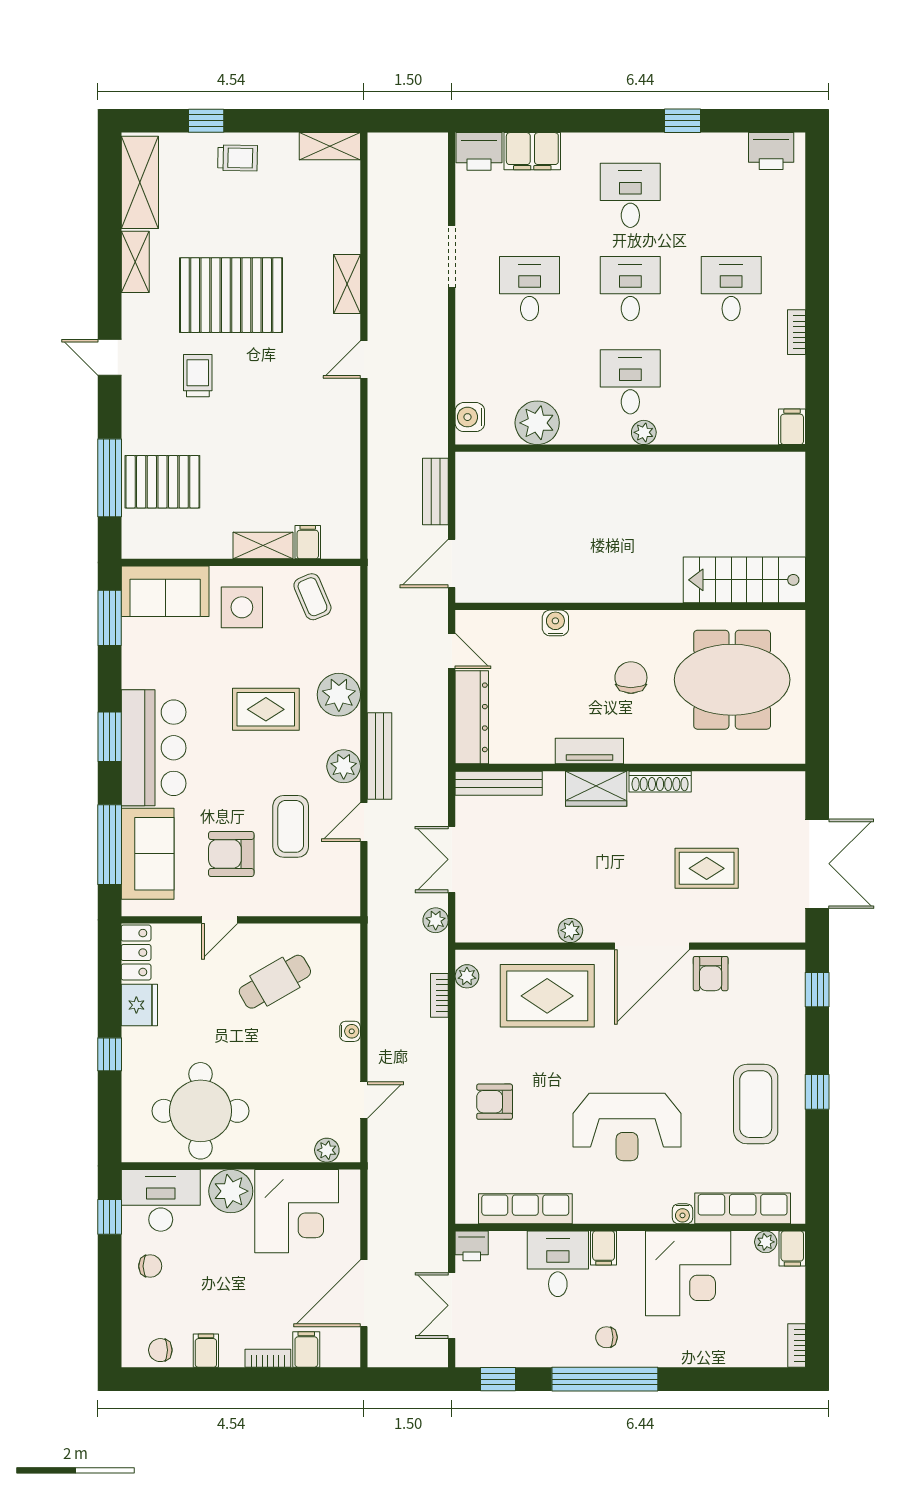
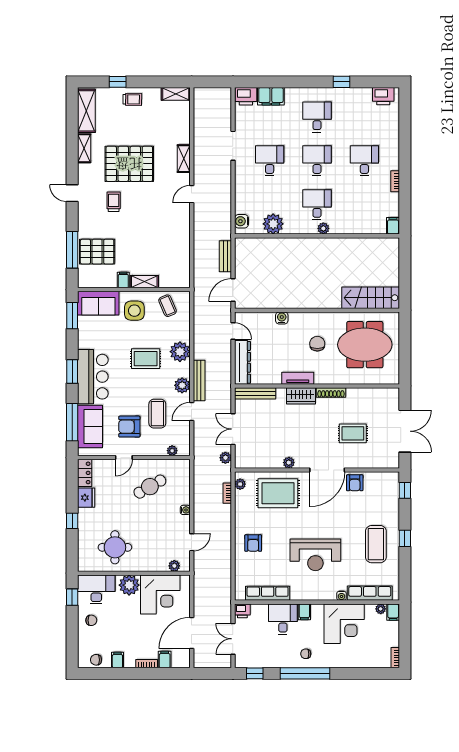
filing cabinet: (308, 542) -> (123, 280), moved
plant: (322, 905) -> (172, 451), added
armchair: (495, 1102) -> (253, 543), turned -90
round table: (201, 1111) -> (115, 547), width x0.73, depth x0.73

